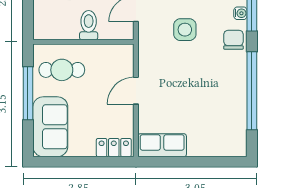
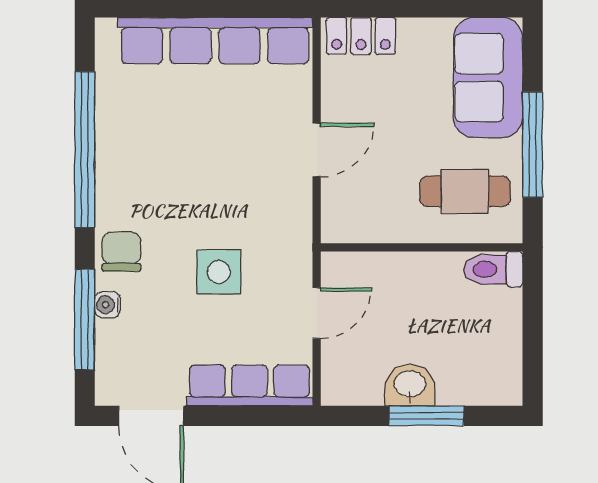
toilet: (89, 25) -> (493, 269), moved, turned 90
chair: (234, 40) -> (121, 252), turned 180
row of seats: (162, 145) -> (215, 41), width x2.02

